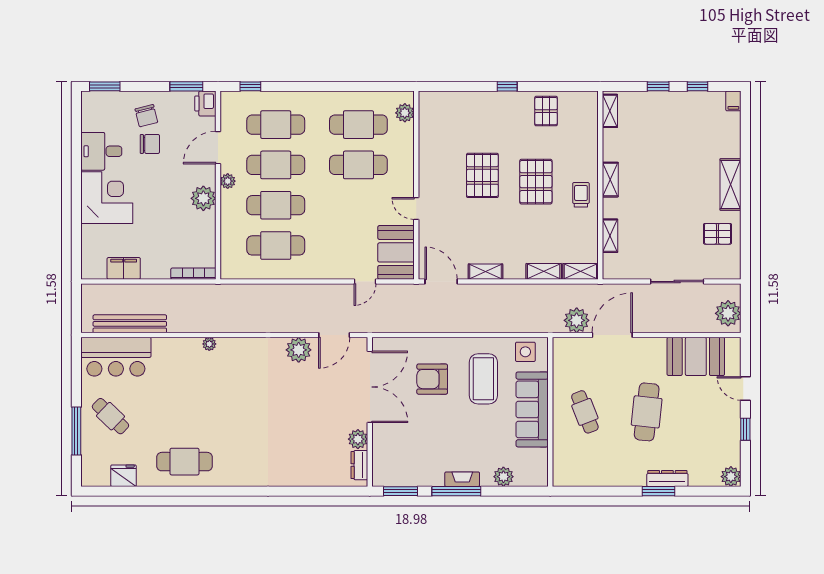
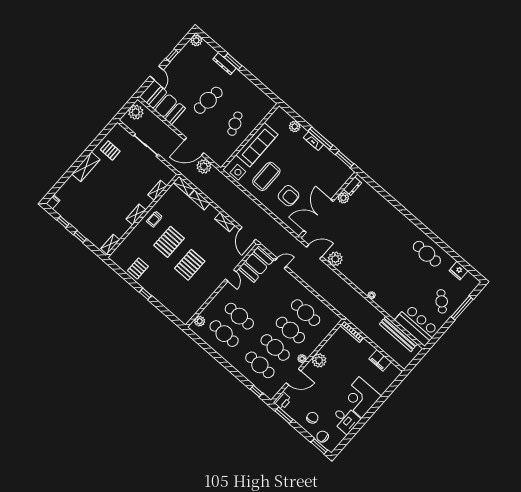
chair: (150, 144) -> (323, 437), moved

